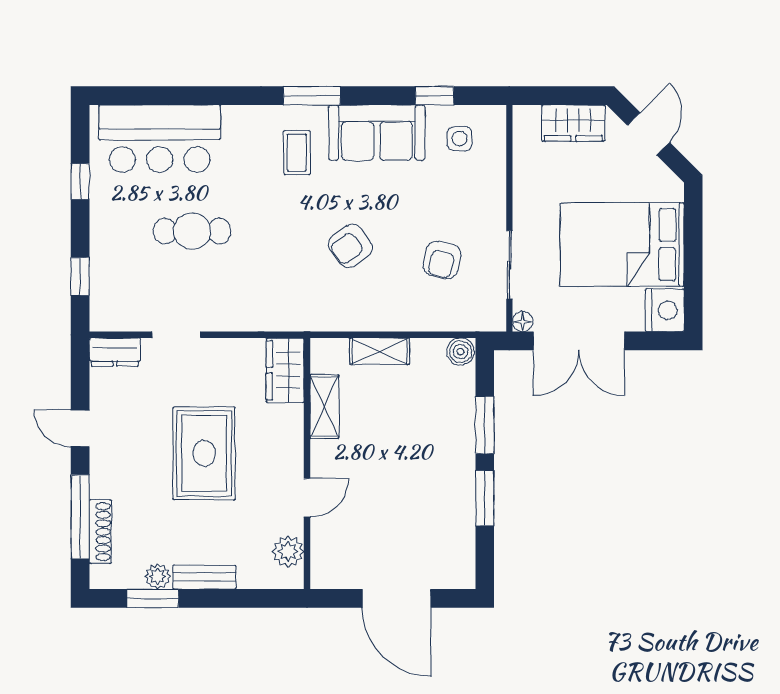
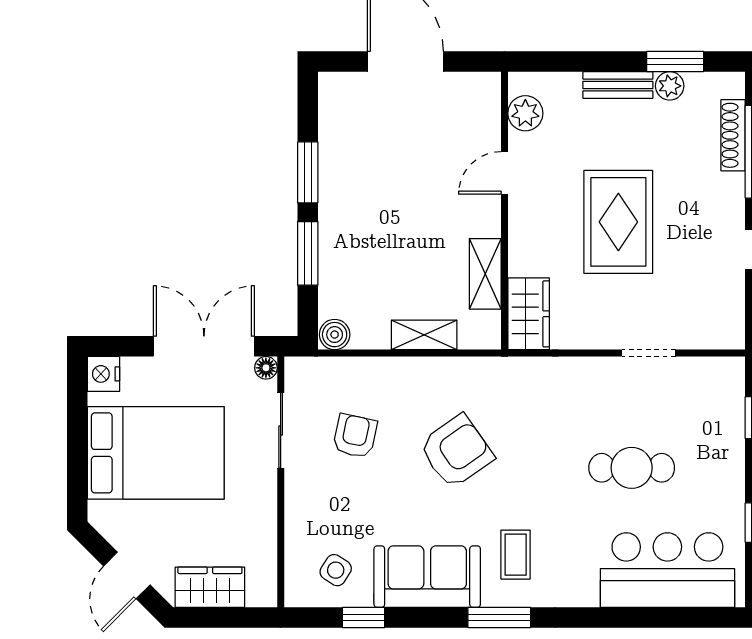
side table: (460, 139) -> (336, 570), turned 33
armchair: (350, 246) -> (456, 451), width x1.38, depth x1.38
nightstand: (665, 310) -> (103, 374), width x0.74, depth x0.75
dresser: (115, 352) -> (717, 334), removed

